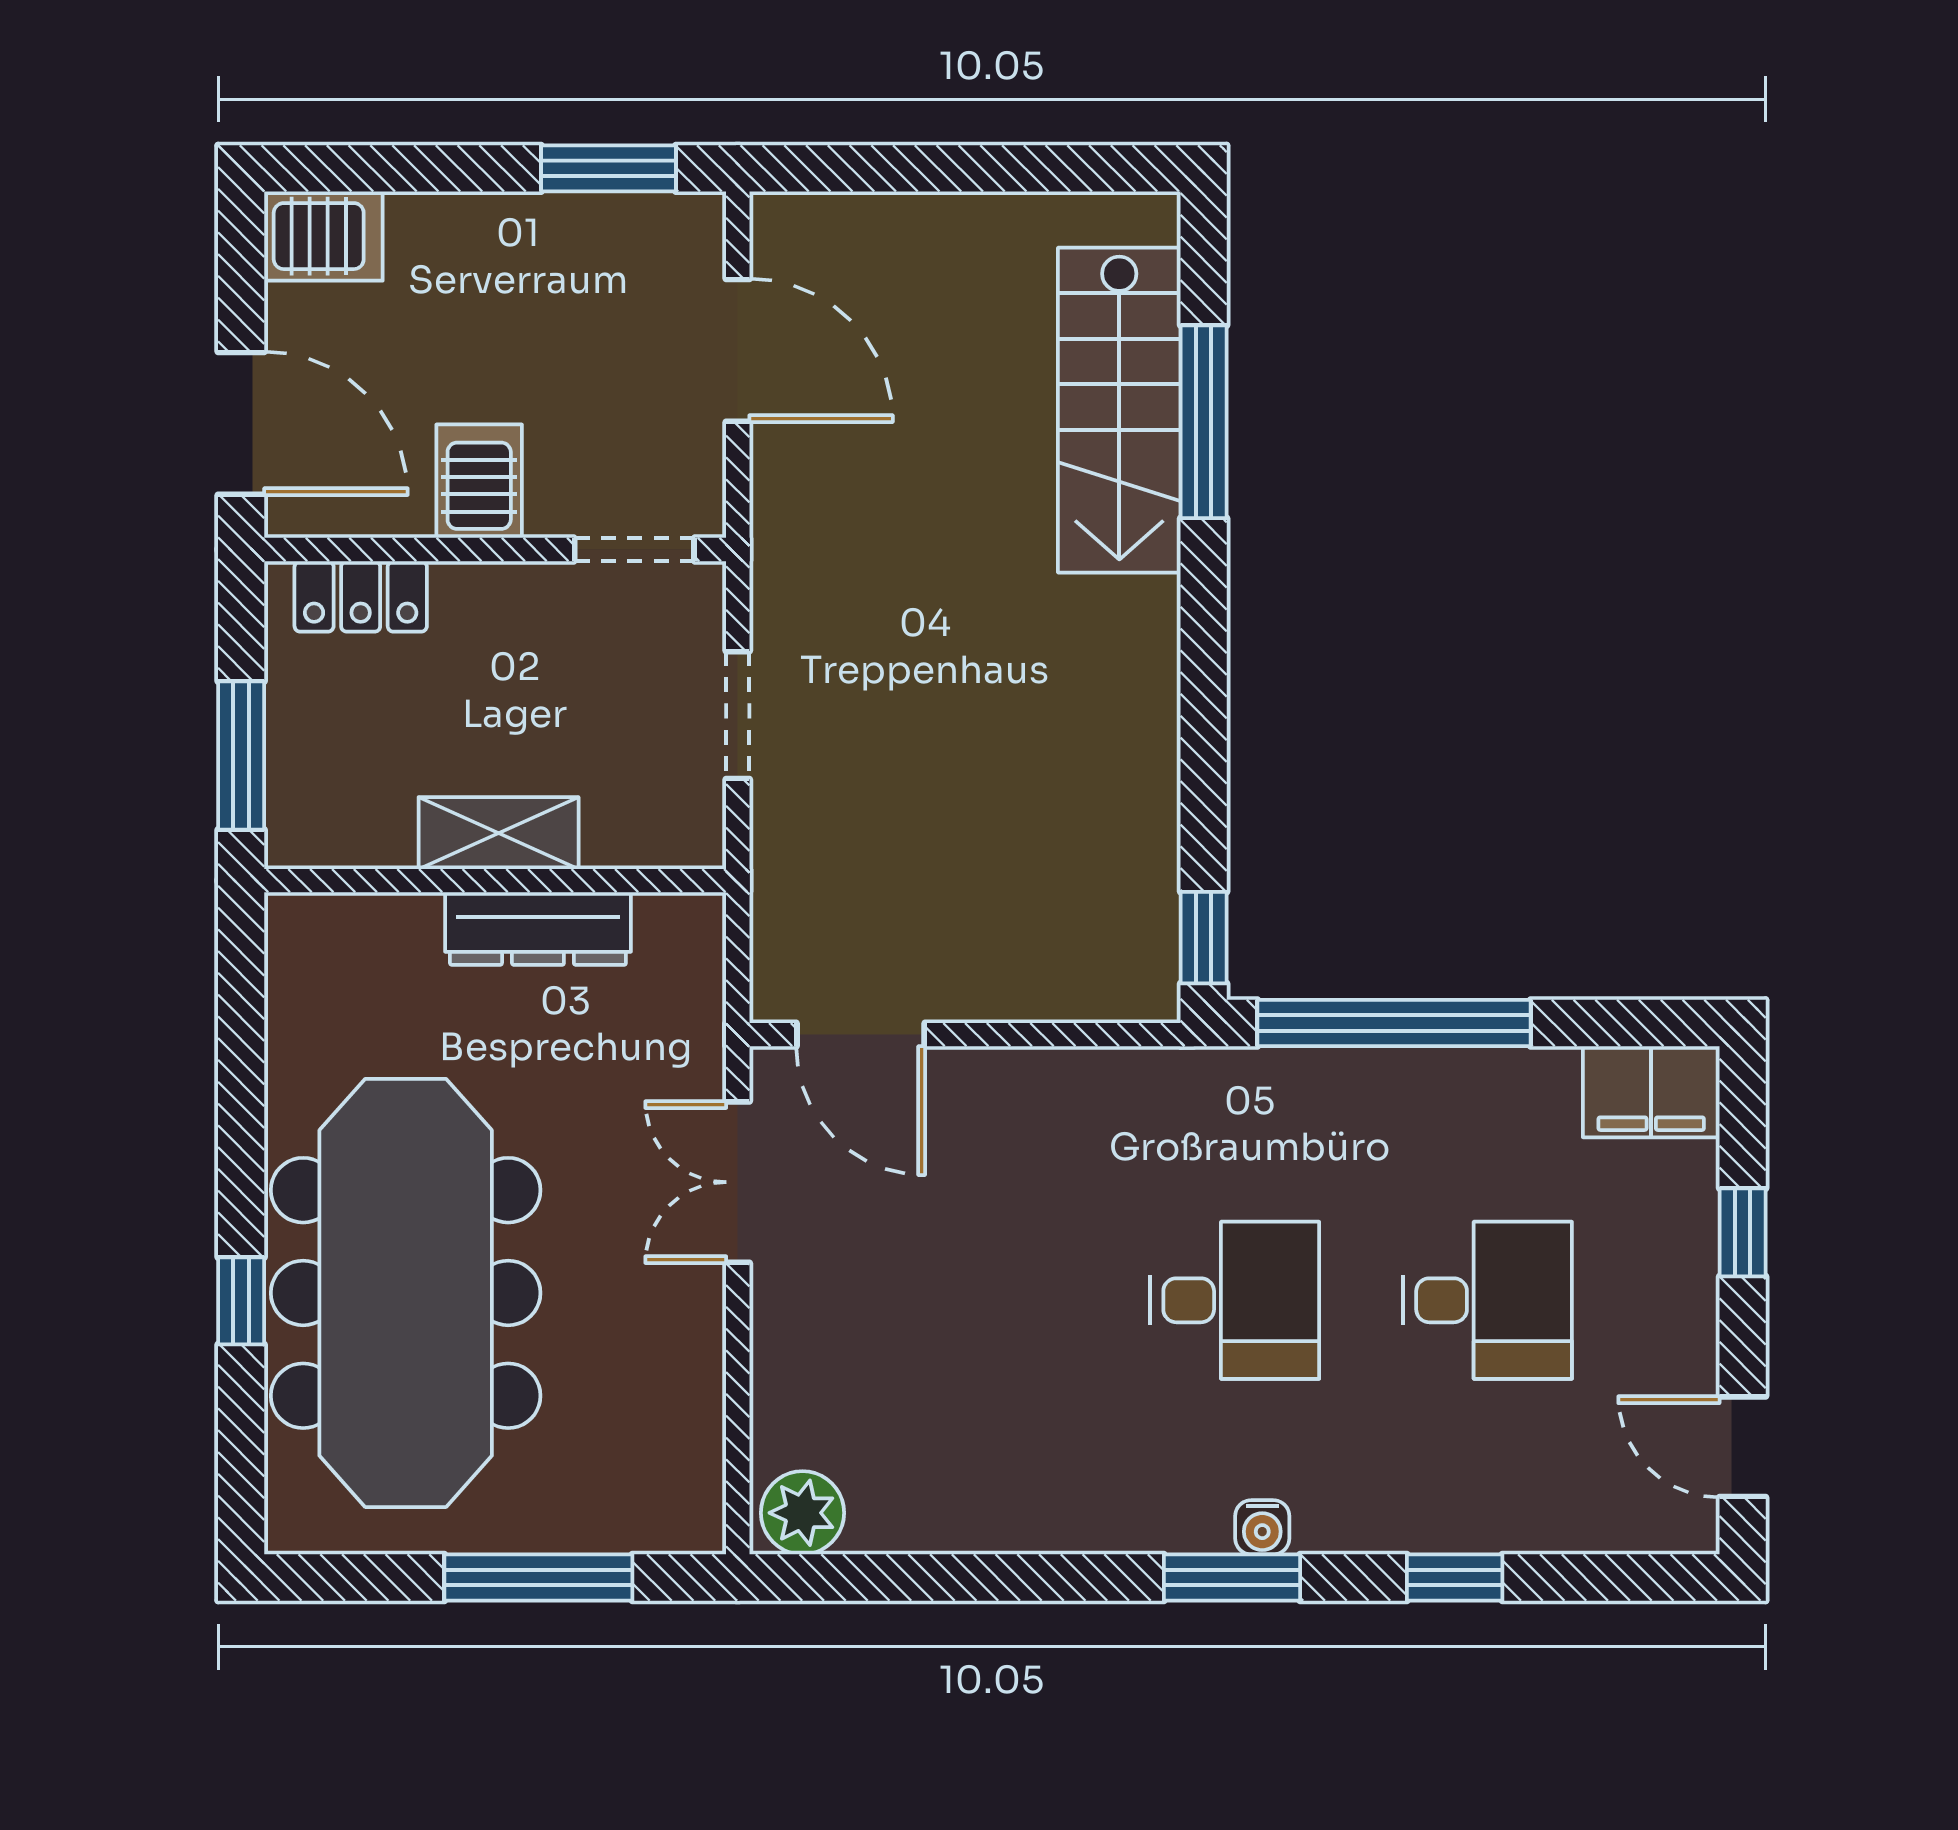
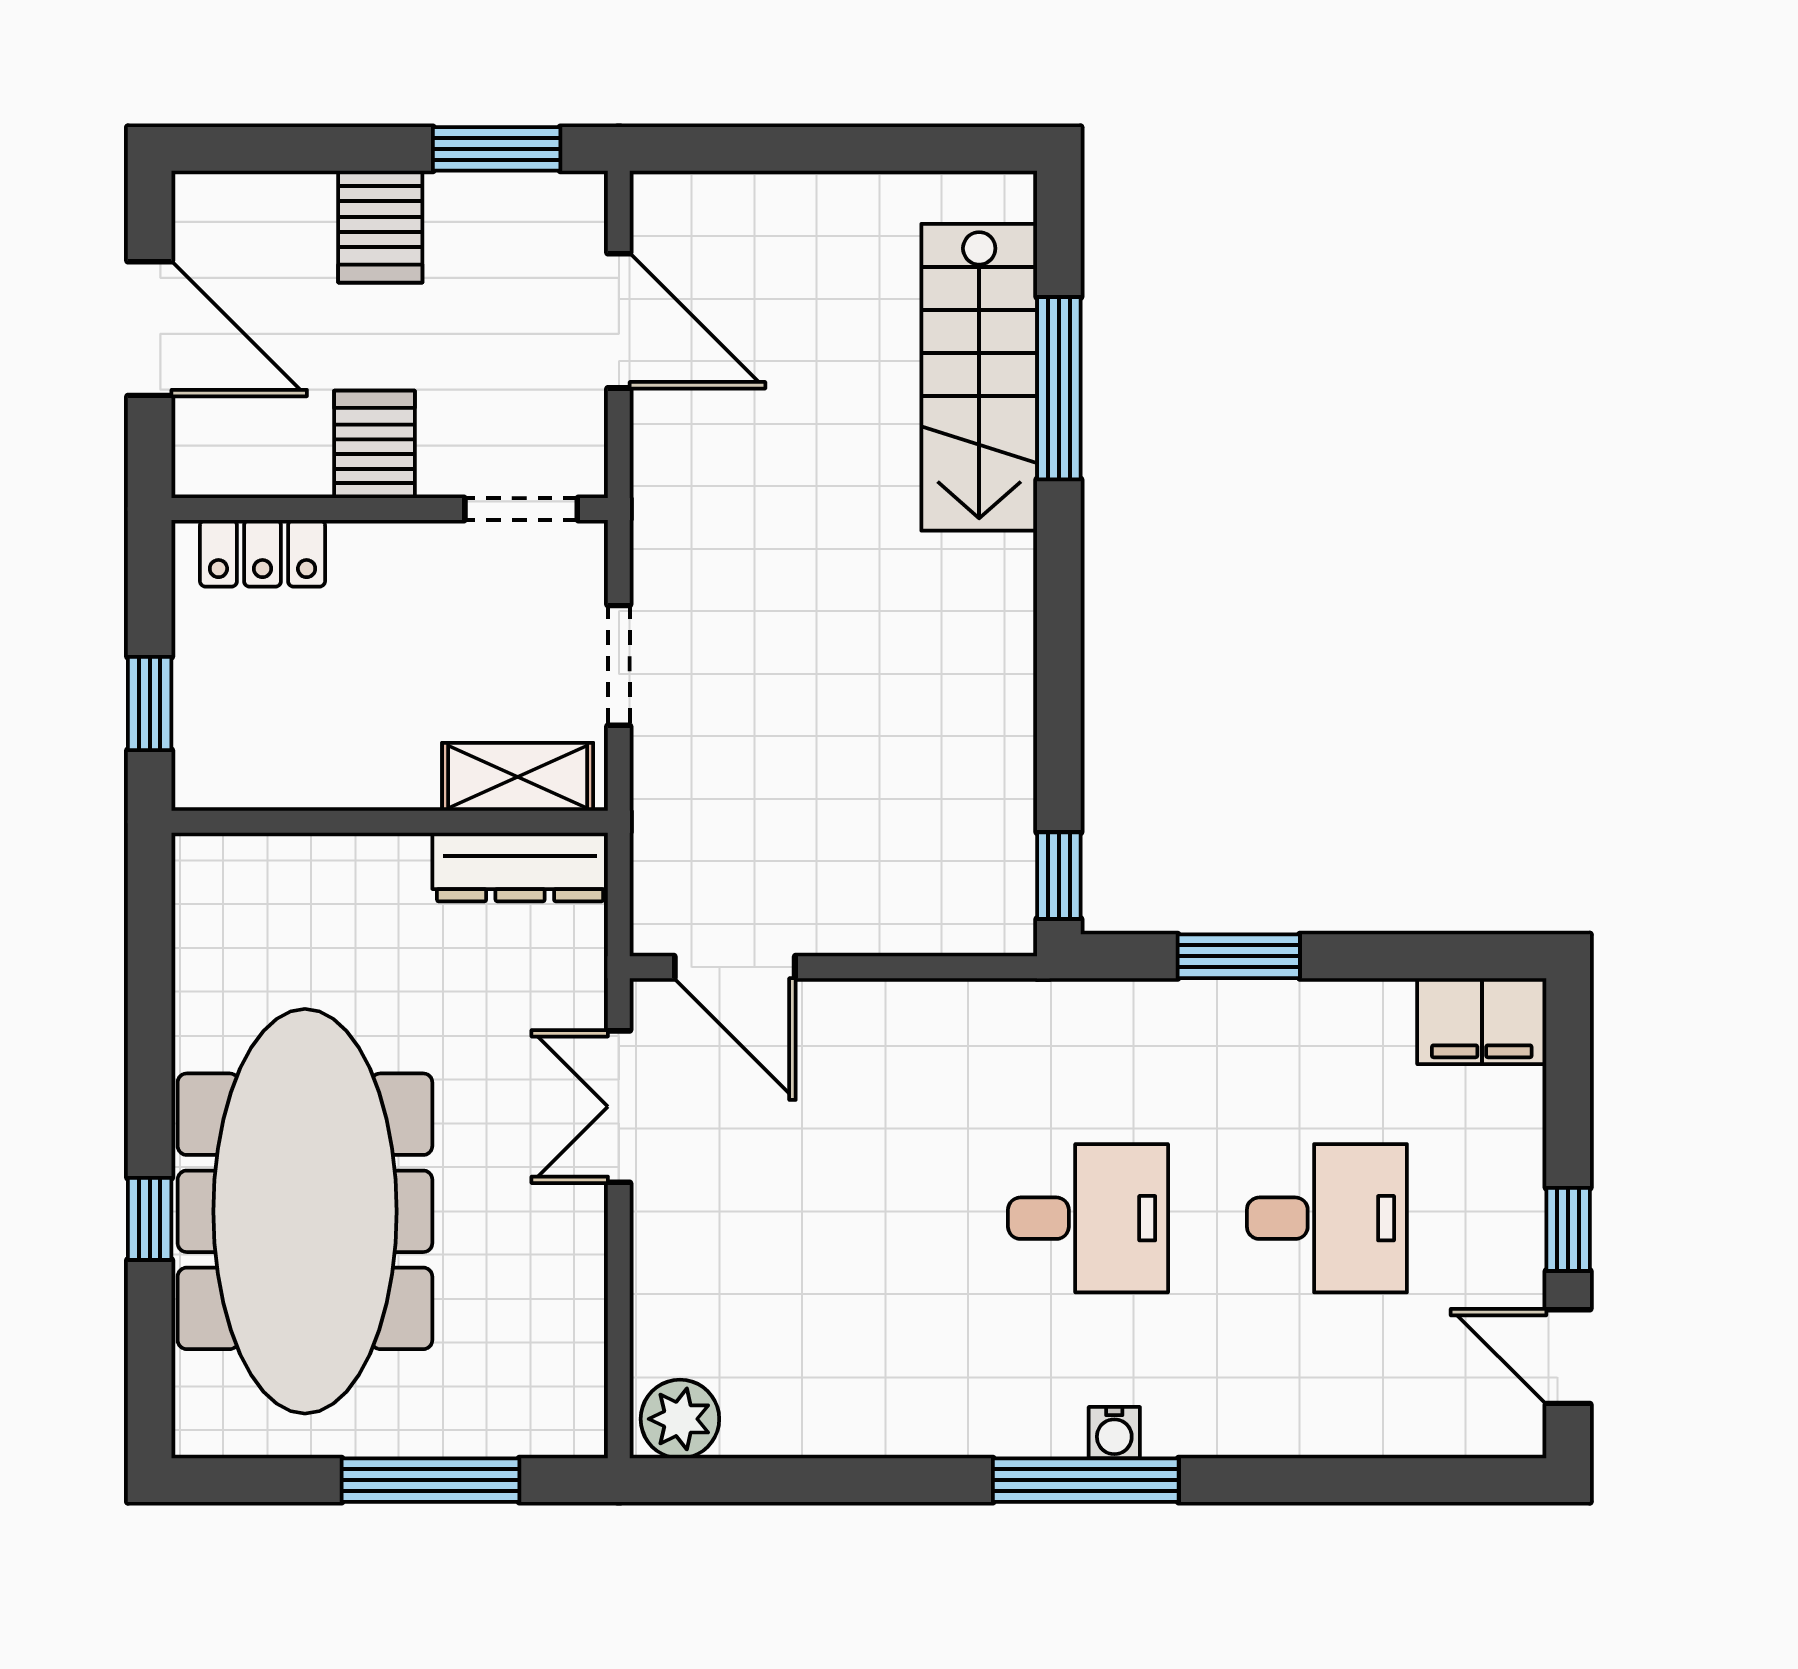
server rack: (323, 236) -> (380, 227), moved, turned 90
door: (241, 423) -> (150, 329), moved
window: (241, 755) -> (150, 704), width x0.67
shelving: (499, 833) -> (518, 777), moved
dresser: (538, 929) -> (520, 867), moved
window: (1394, 1023) -> (1239, 956), width x0.47
window: (1743, 1232) -> (1568, 1229), moved
window: (1232, 1577) -> (1086, 1480), width x1.44
window: (1455, 1577) -> (1296, 1480), removed

